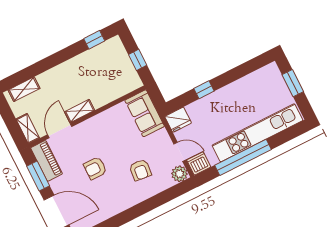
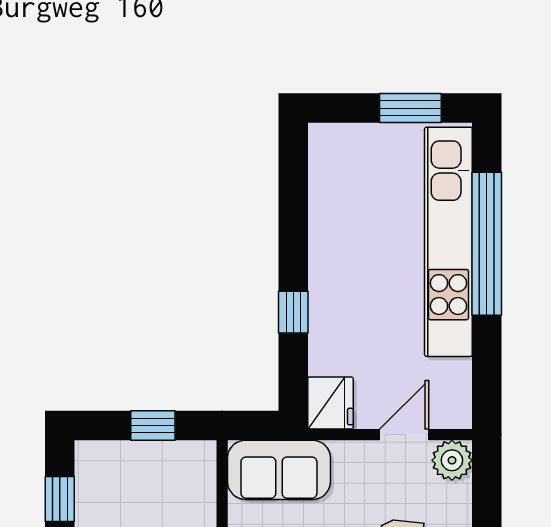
window: (293, 83) -> (410, 108), moved
window: (243, 157) -> (487, 244), moved
dishwasher: (199, 163) -> (451, 406), removed

